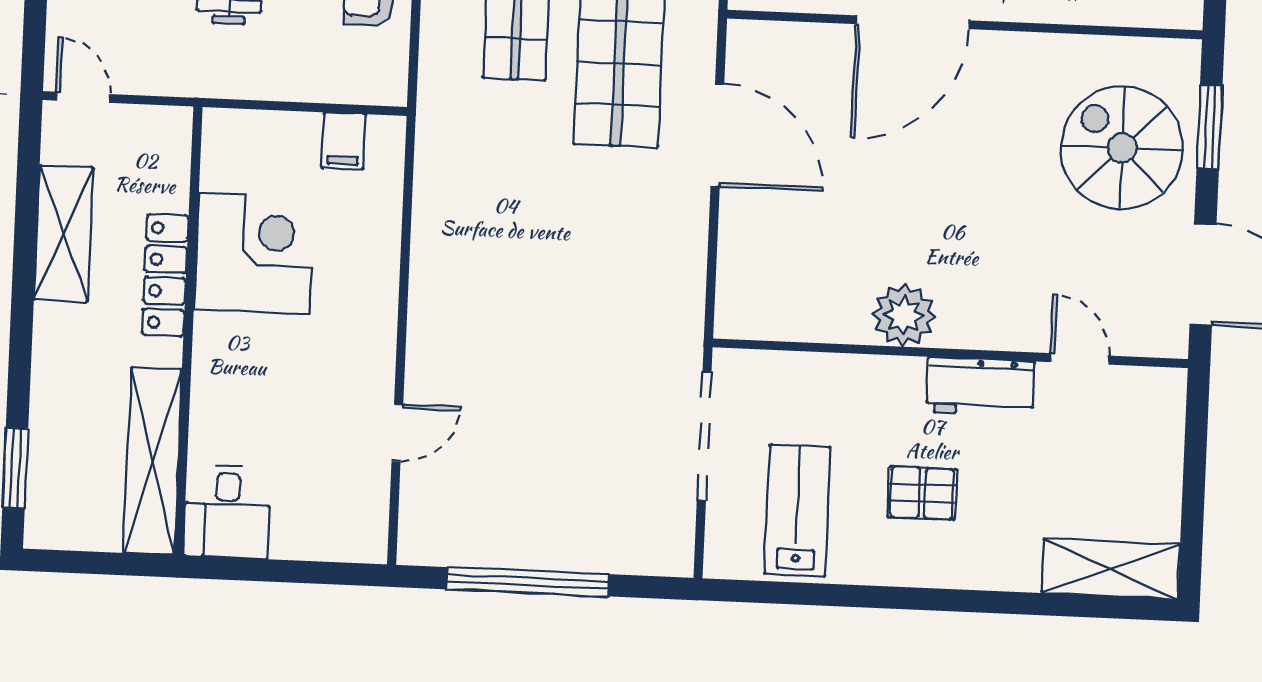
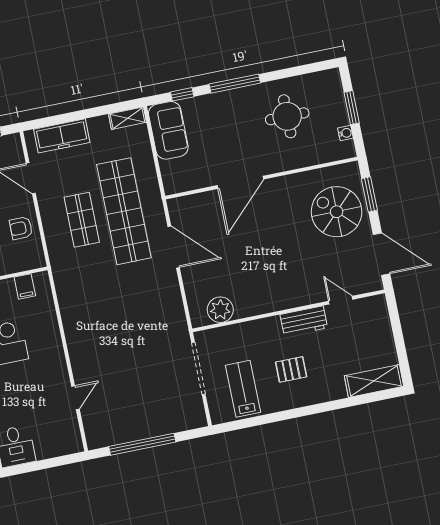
plant: (904, 315) -> (220, 310), moved

